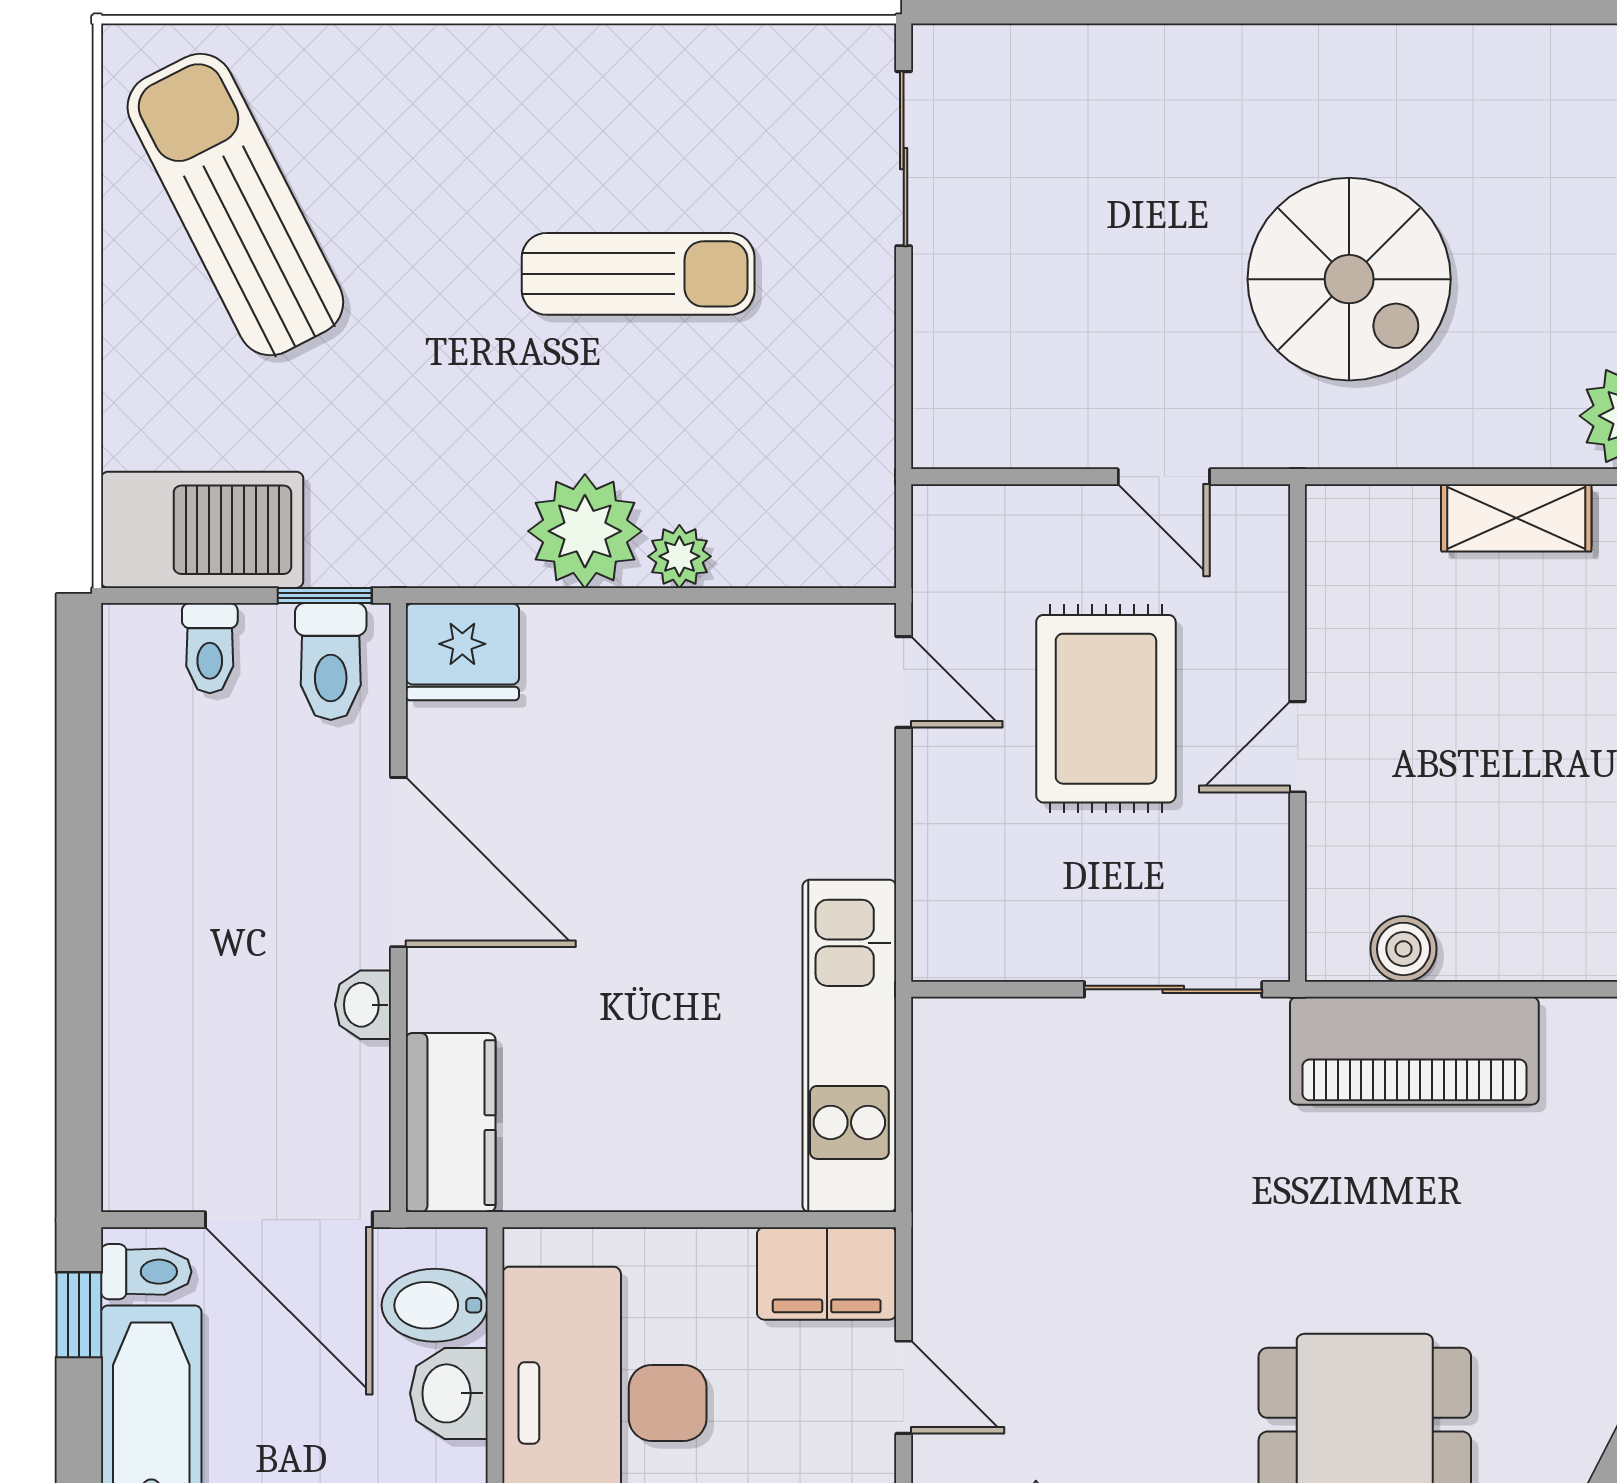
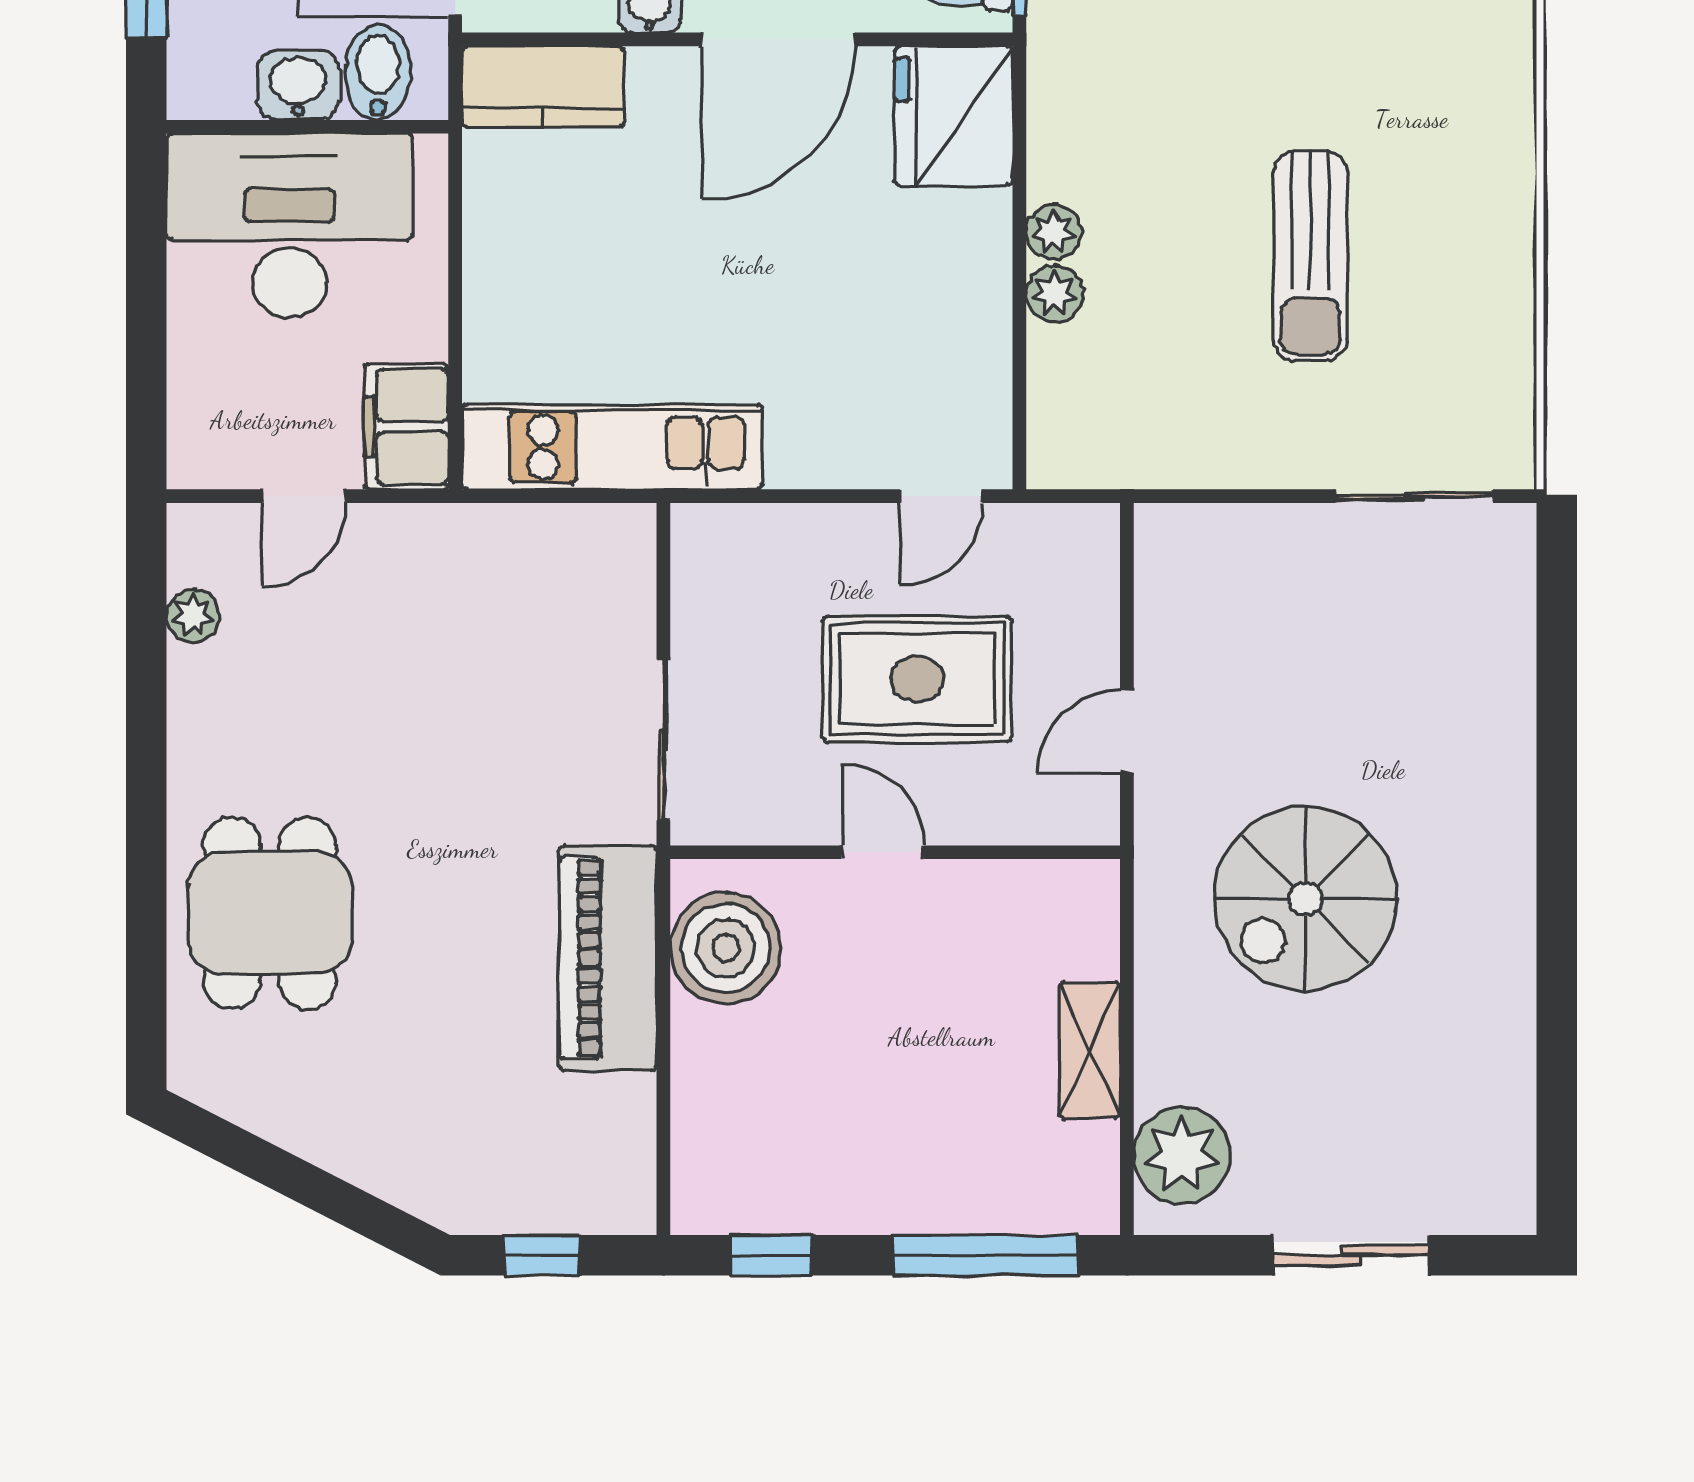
plant: (585, 531) -> (1054, 232), width x0.53, depth x0.53
fridge: (462, 652) -> (954, 116), width x1.36, depth x1.34
boiler: (1403, 949) -> (726, 948), width x1.86, depth x1.86

